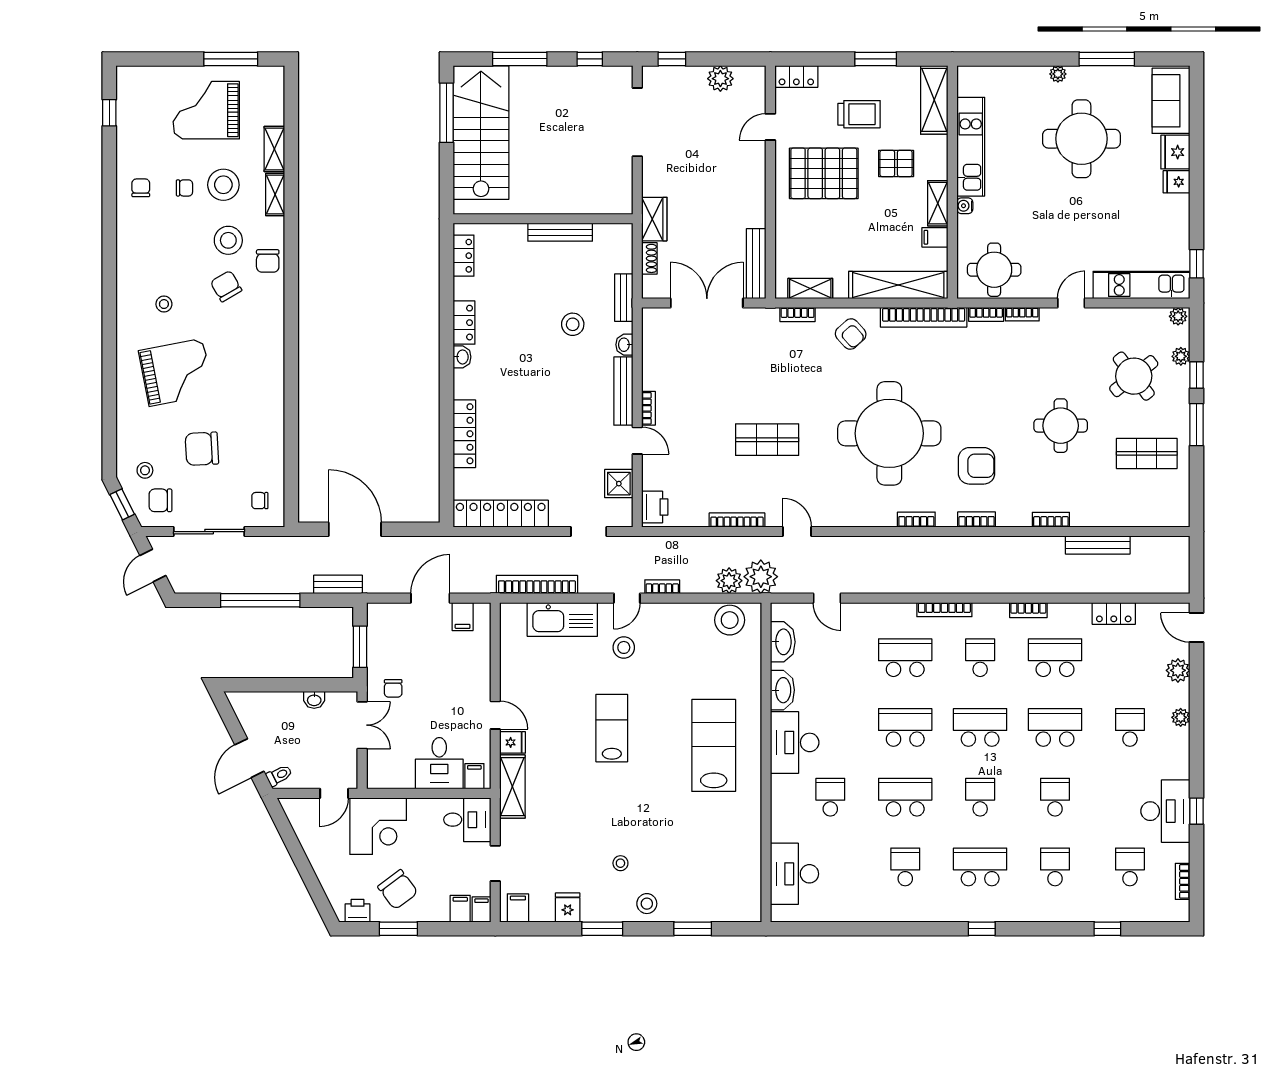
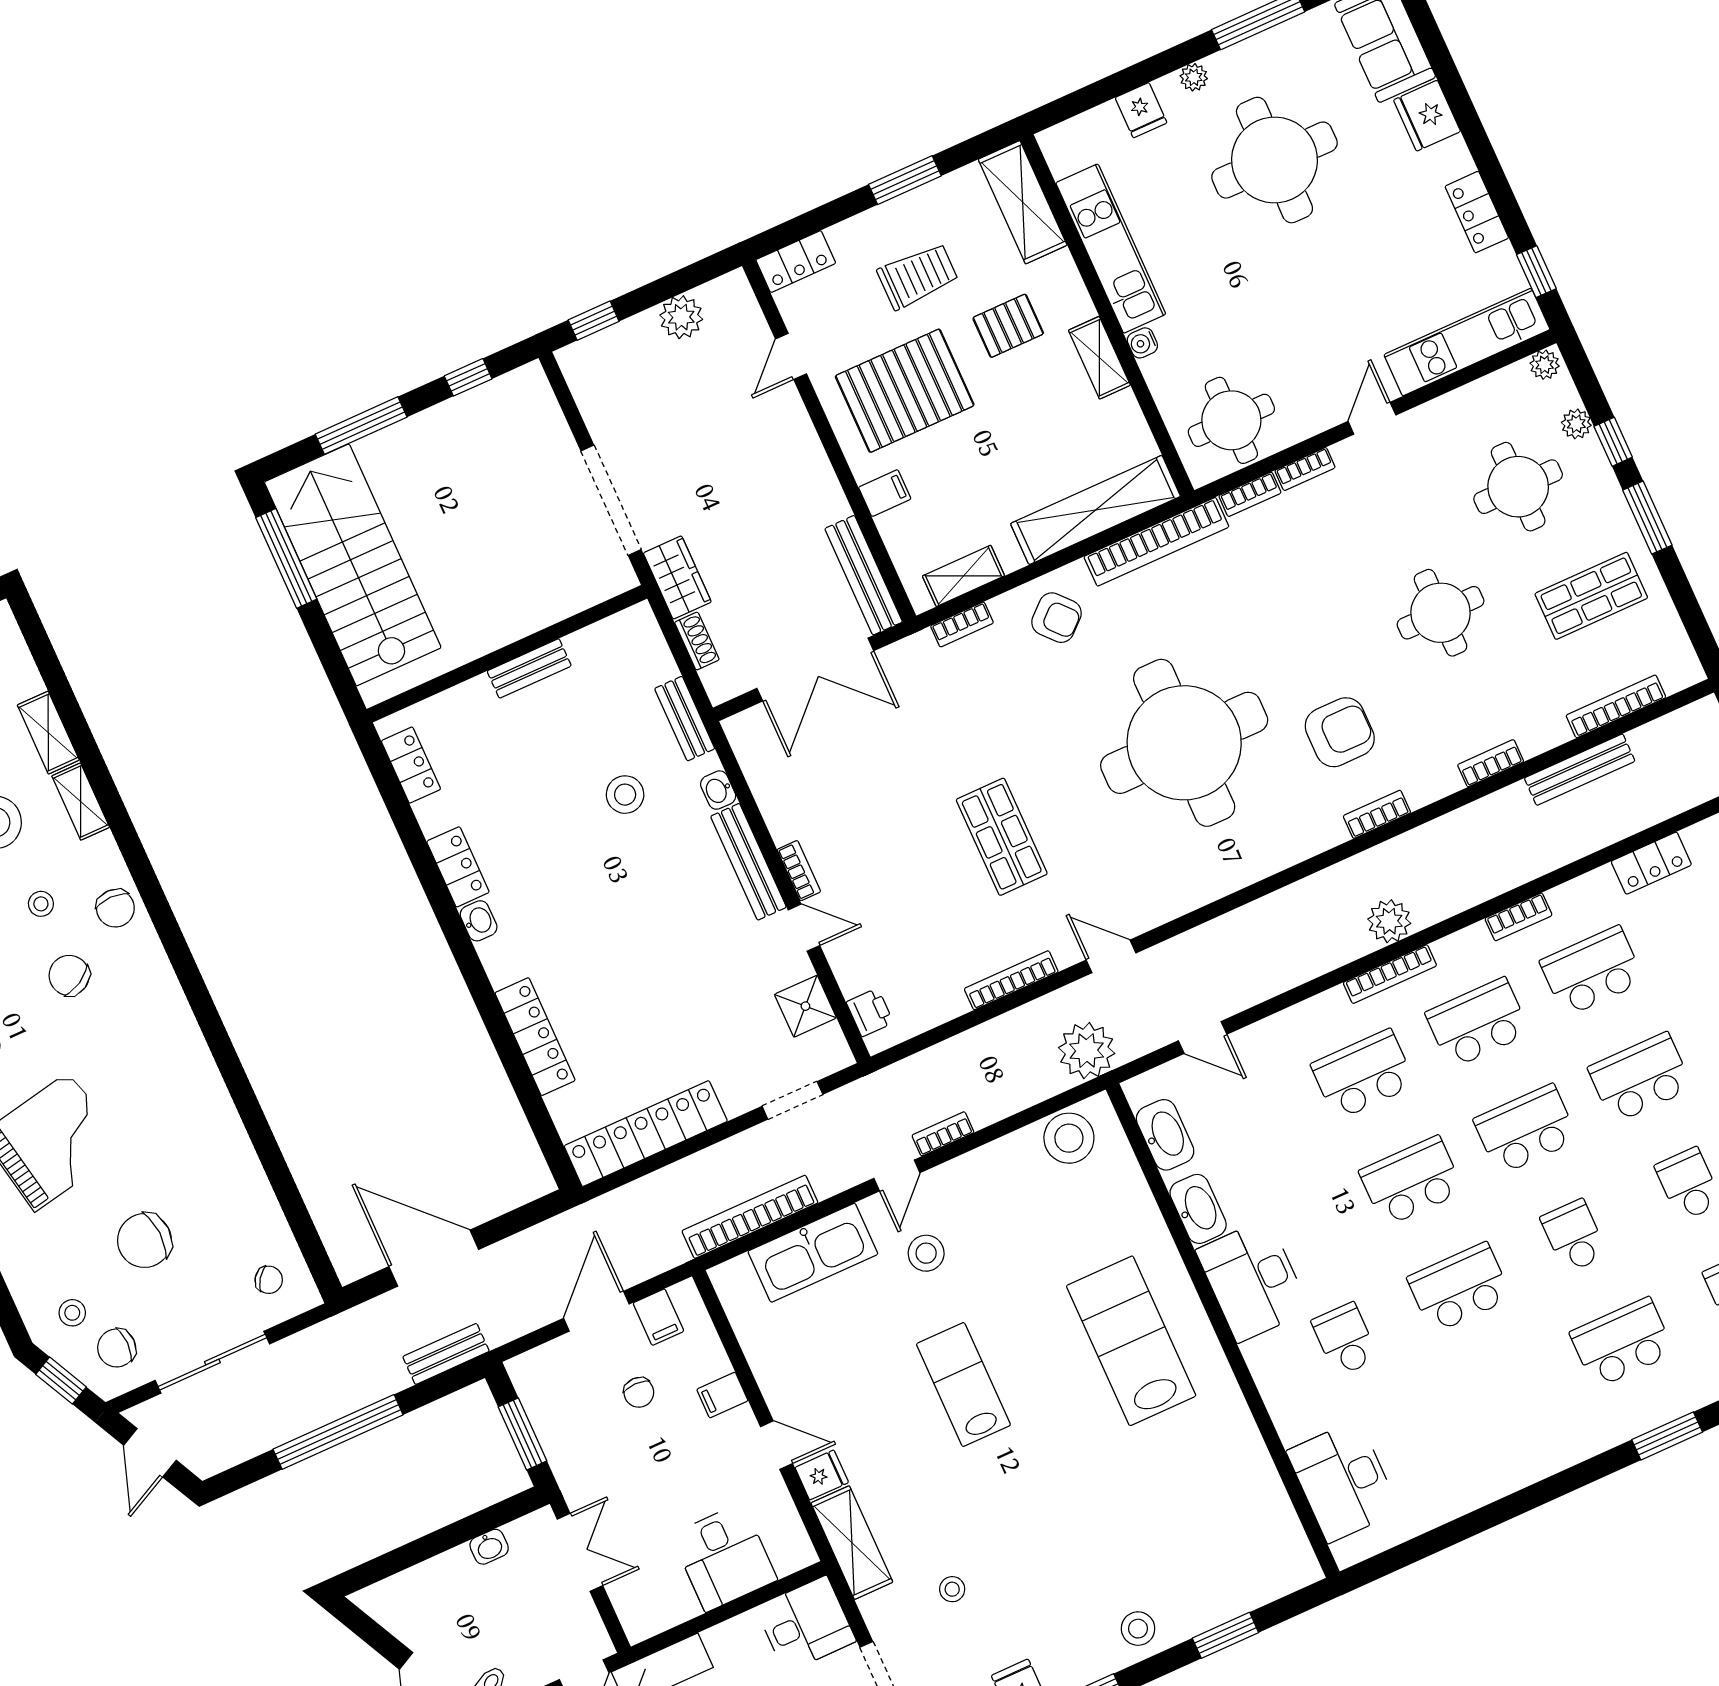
doorway: (637, 122) -> (611, 500), moved
fridge: (1177, 182) -> (1141, 110), moved, turned -90
locker: (1179, 217) -> (1477, 212), added
bench: (560, 232) -> (529, 668), width x0.73
filing cabinet: (935, 237) -> (885, 493), moved, turned 180
stool: (228, 240) -> (41, 904), width x0.53, depth x0.53
double door: (707, 303) -> (815, 670), swing flipped
round table: (1134, 376) -> (1518, 487), turned 38
shop shelf: (767, 440) -> (1002, 837), turned 90
chair: (260, 501) -> (269, 1280), turned -145
printer: (655, 507) -> (870, 1012), width x0.73, depth x0.81
bookcase: (916, 520) -> (1616, 706), moved, width x1.56
plant: (729, 581) -> (1389, 921), moved
school desk: (980, 658) -> (1478, 1023), width x1.85
chair: (393, 688) -> (639, 1392), moved
filing cabinet: (474, 776) -> (722, 1395), moved, turned -90
stool: (620, 863) -> (952, 1589), moved
school desk: (905, 867) -> (1508, 1394), removed
window: (982, 929) -> (1667, 1436), width x1.50

